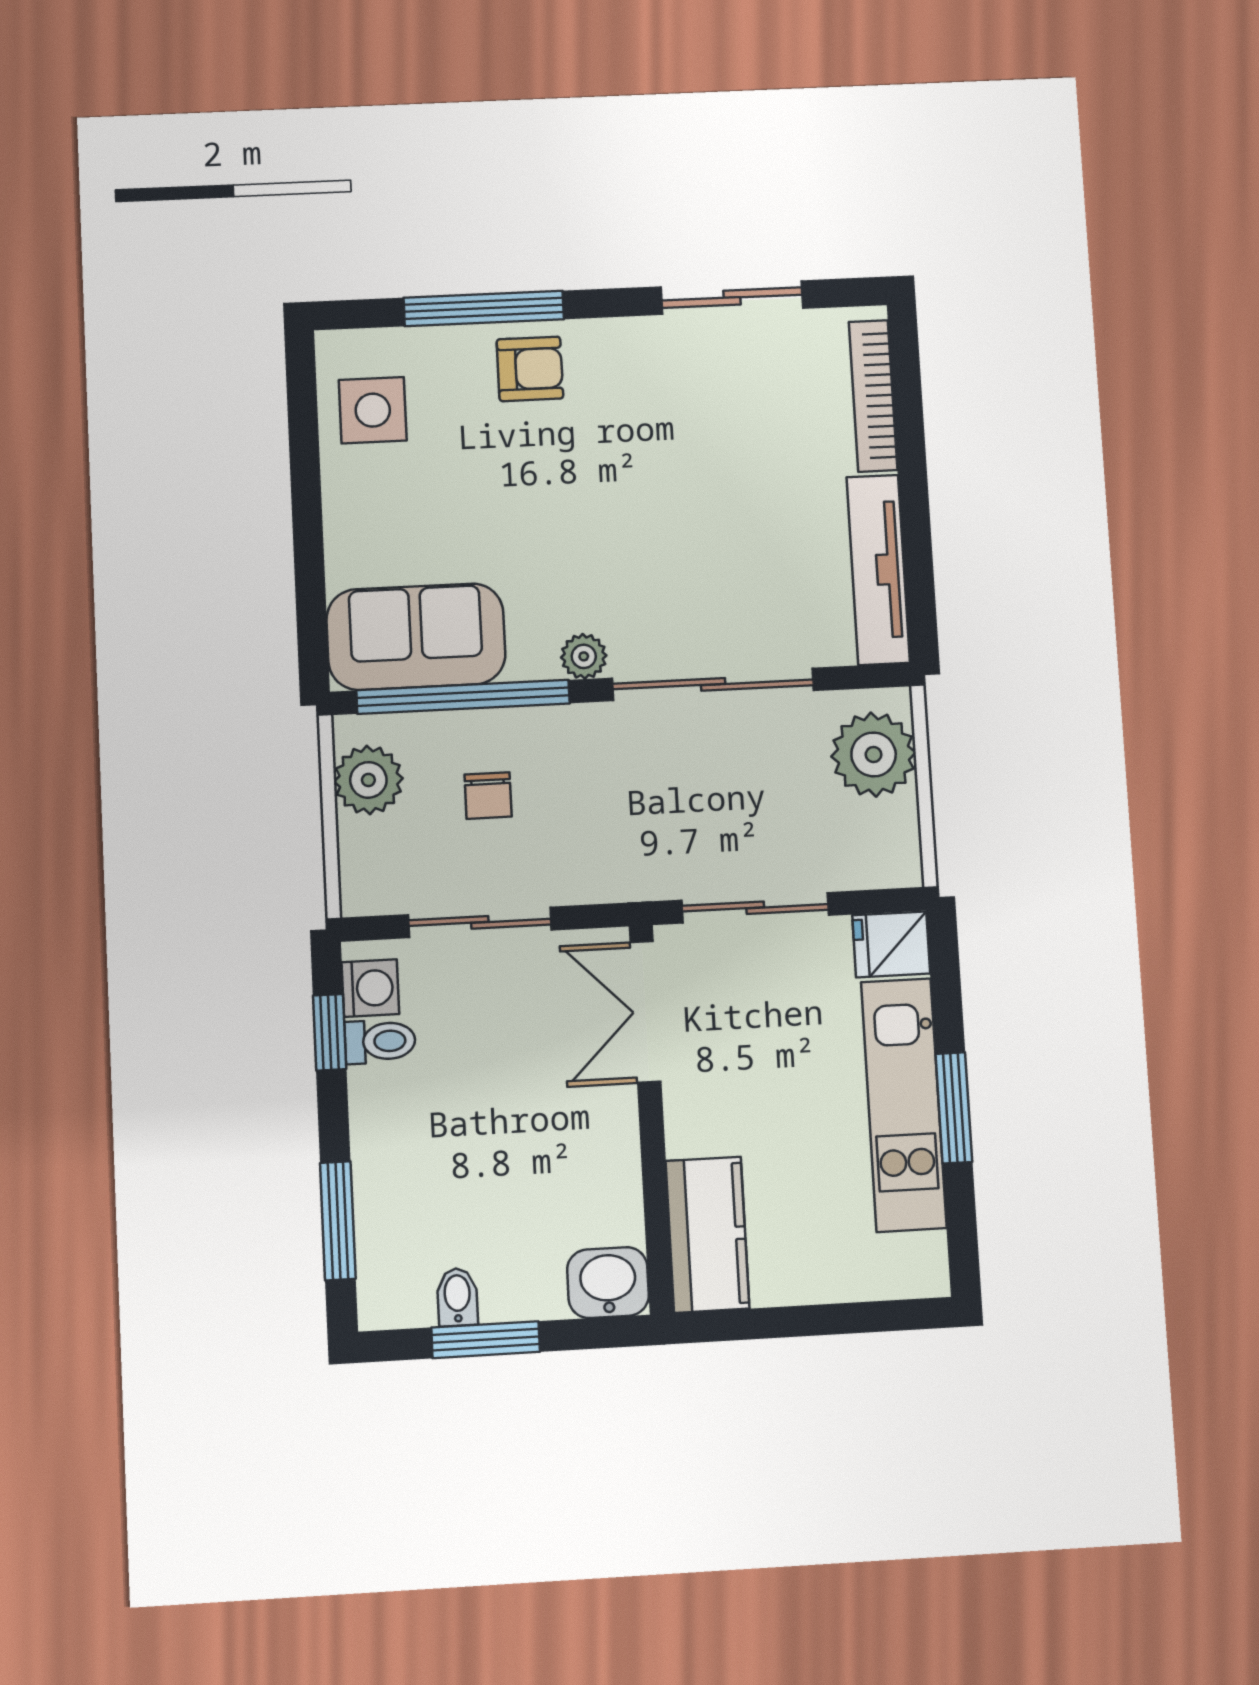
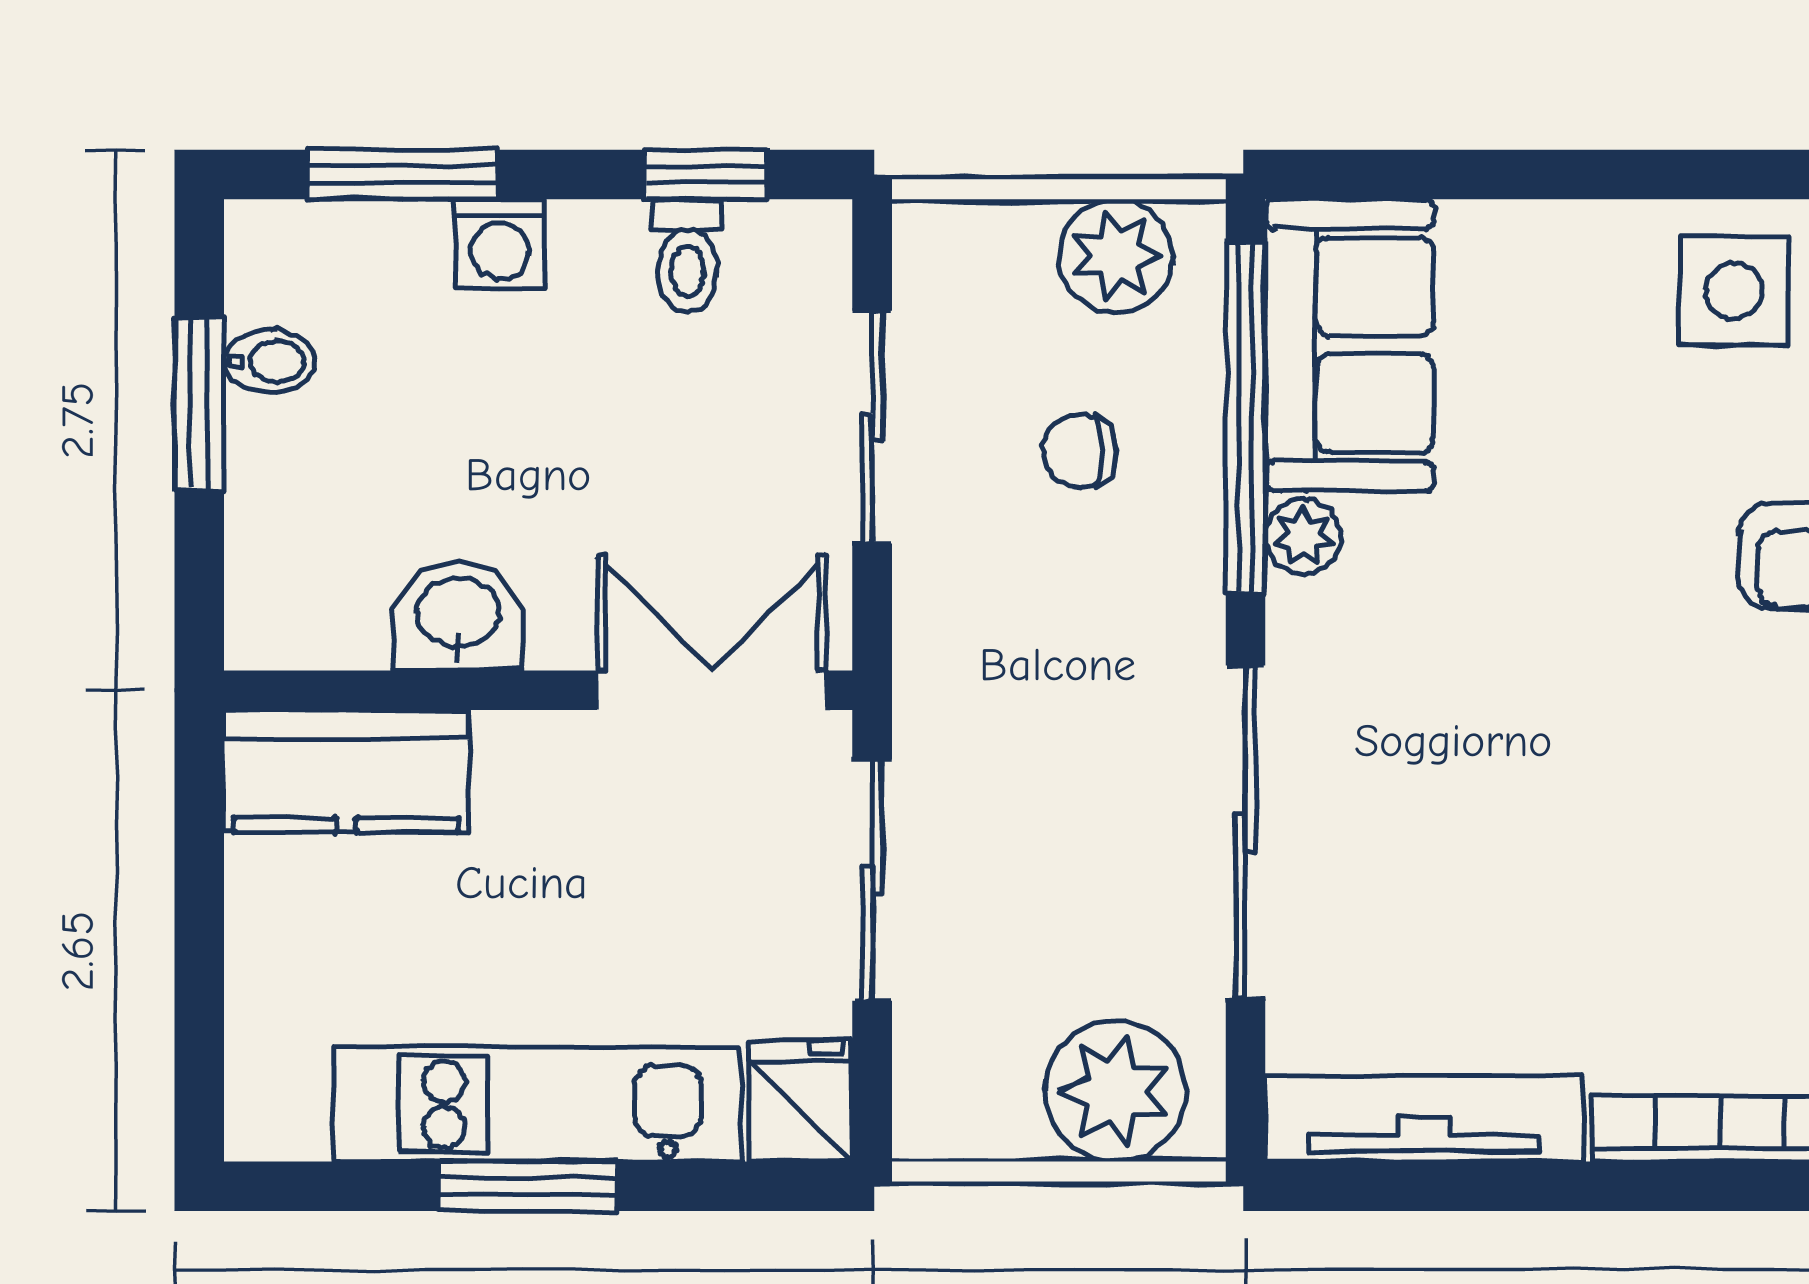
plant: (584, 656) -> (1303, 537), moved
washing machine: (370, 988) -> (500, 244), moved
washbasin: (608, 1283) -> (458, 616), moved, turned -90

